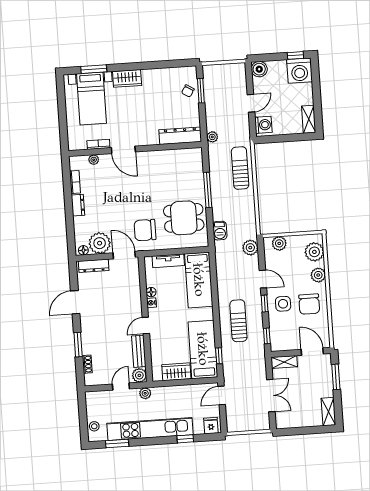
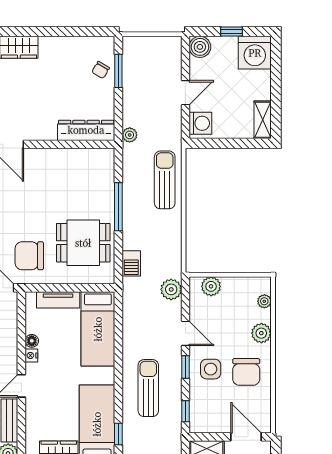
window: (295, 55) -> (232, 32), moved
plant: (314, 252) -> (264, 301), width x0.53, depth x0.53

